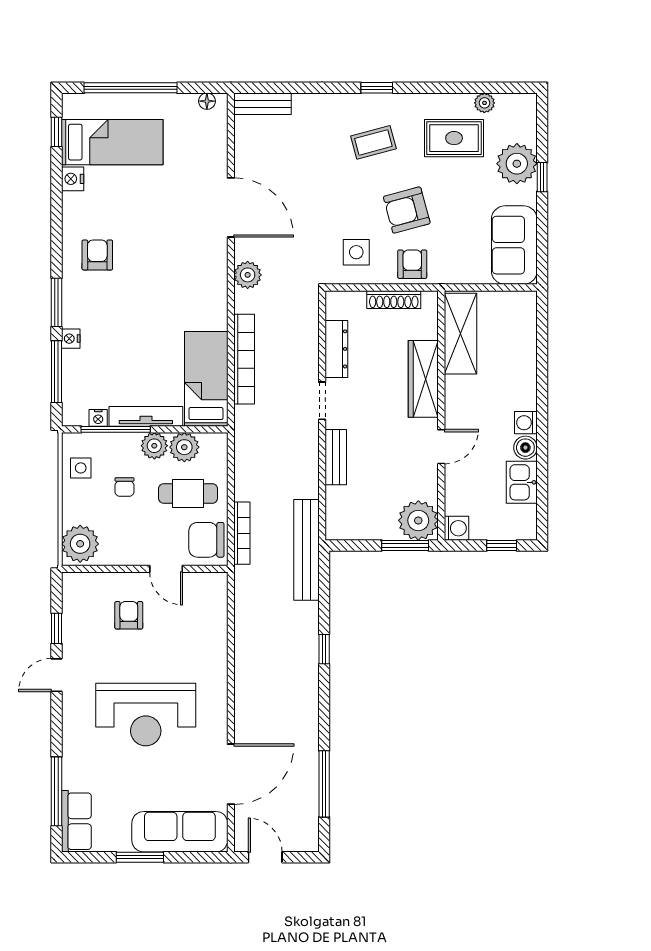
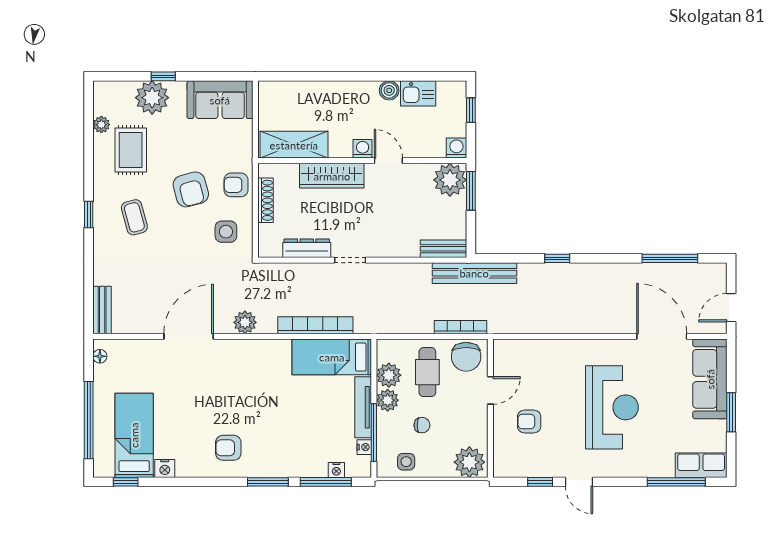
nightstand: (71, 339) -> (336, 470), moved
washing machine: (526, 423) -> (363, 149), moved, turned 180
bench: (336, 457) -> (444, 249), moved

